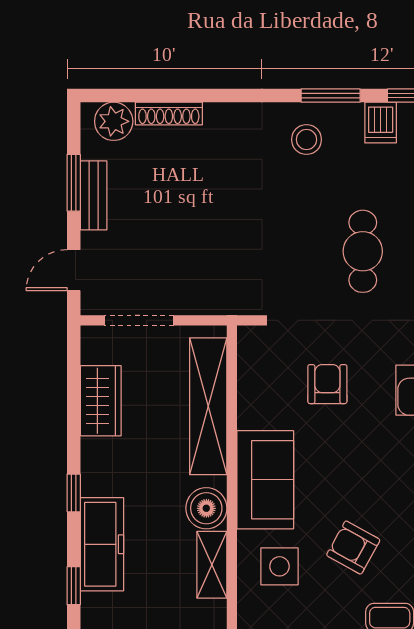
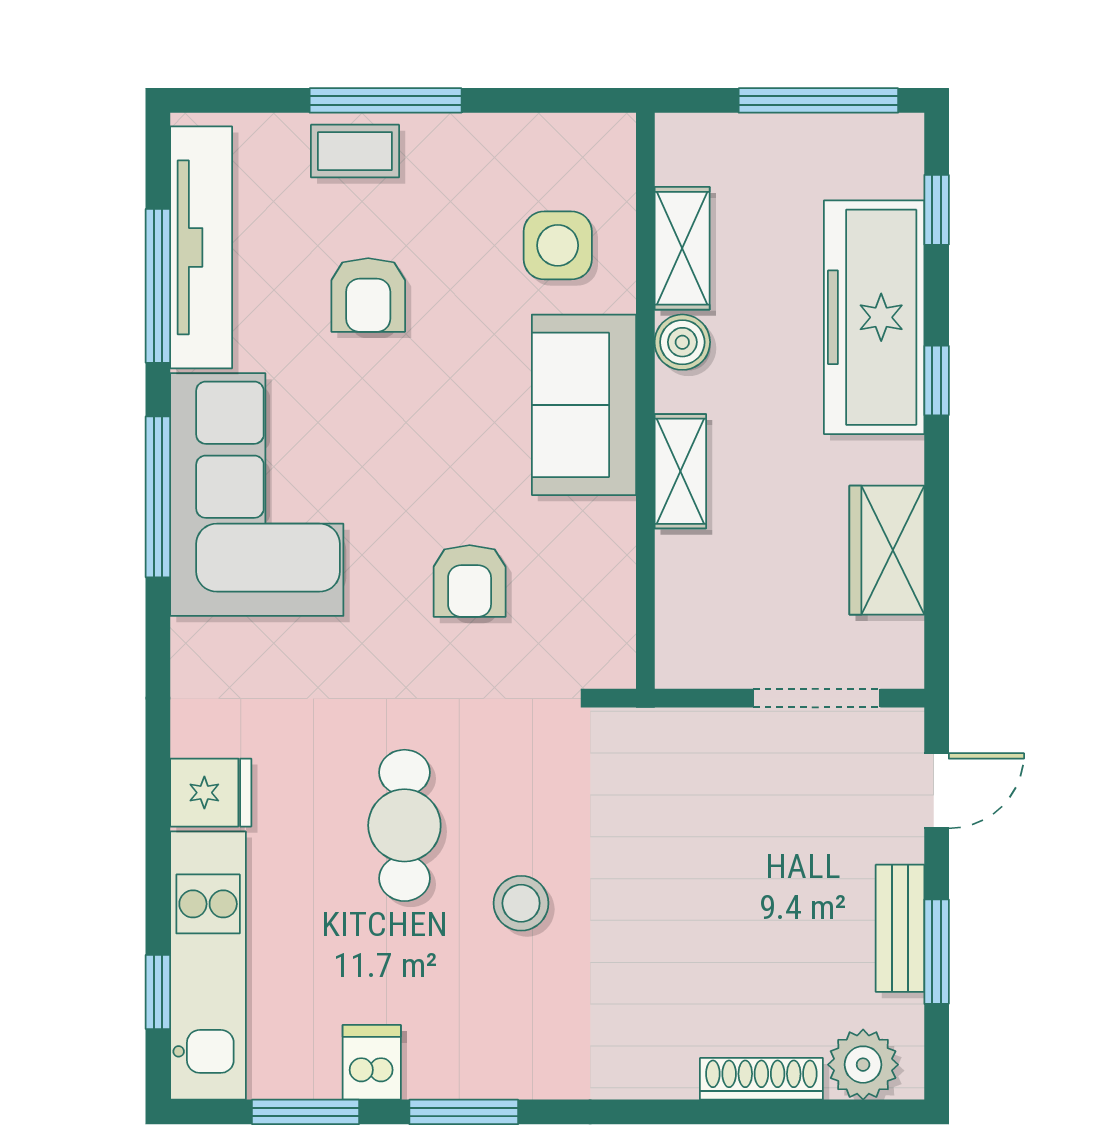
stool: (306, 140) -> (521, 903), moved
shelving: (208, 406) -> (680, 471), width x0.45, depth x0.75
boiler: (206, 508) -> (682, 342), width x0.73, depth x0.73
freezer: (102, 544) -> (874, 317), width x1.36, depth x1.26
armchair: (353, 548) -> (368, 295), moved, turned 61

